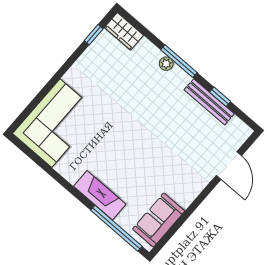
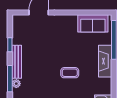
bench: (209, 102) -> (17, 62), moved
coffee table: (123, 140) -> (70, 73), added

